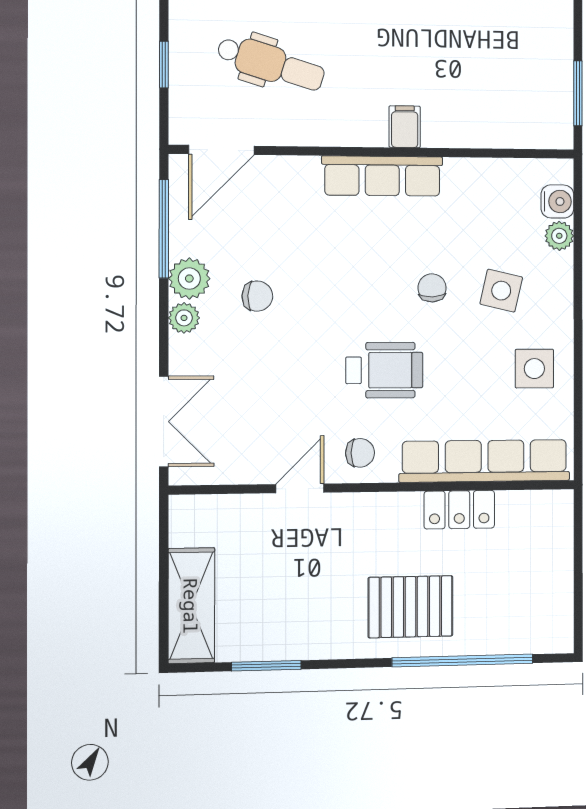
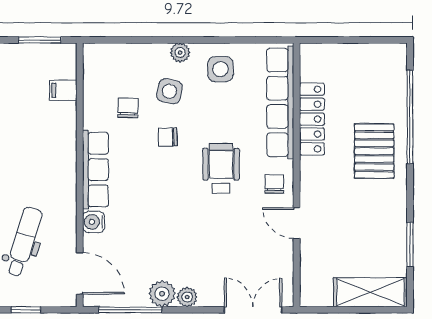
filing cabinet: (405, 127) -> (63, 90), moved
water cooler: (557, 201) -> (94, 222), moved, turned -90
plant: (559, 236) -> (180, 53), moved
chair: (257, 296) -> (128, 108), moved
locker: (459, 510) -> (312, 119), width x1.53

